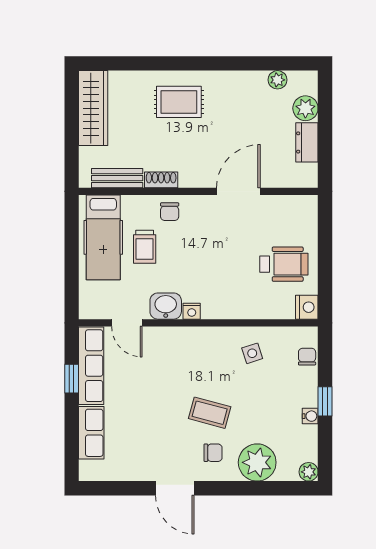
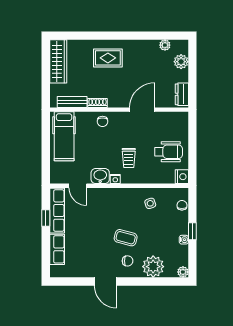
dresser: (307, 142) -> (182, 94), moved
trolley: (145, 247) -> (129, 158), moved

